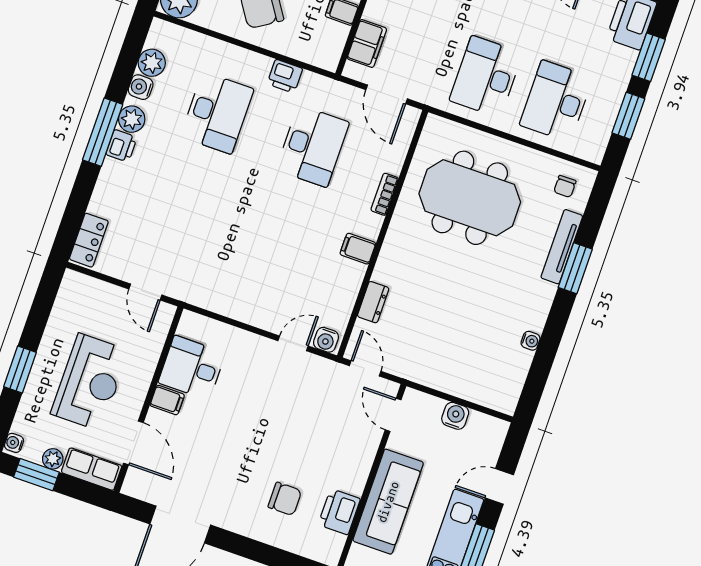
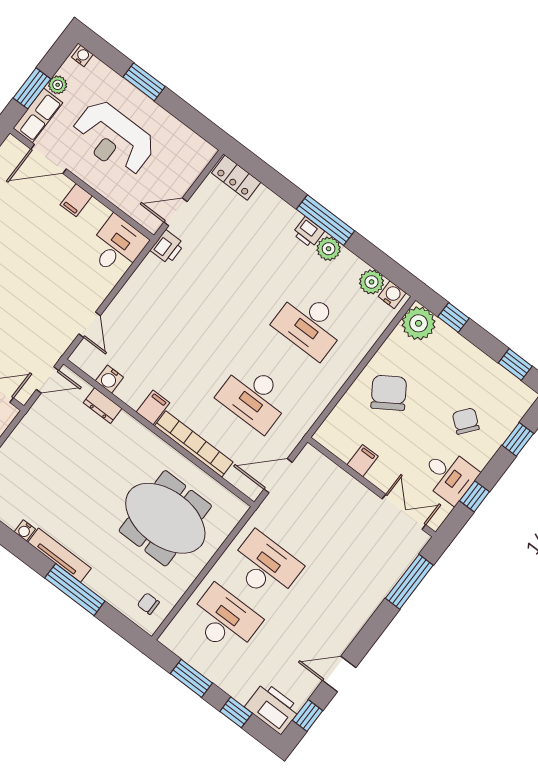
filing cabinet: (367, 44) -> (327, 473), removed
window: (649, 57) -> (236, 712), width x0.67
printer: (285, 76) -> (167, 247), moved, turned 180
water cooler: (141, 87) -> (392, 295), moved
bookcase: (385, 194) -> (194, 444), width x2.31, depth x1.31
meeting table: (470, 198) -> (165, 518), turned 90
tv unit: (562, 247) -> (59, 555), moved
window: (575, 268) -> (75, 590), width x1.44
water cooler: (326, 340) -> (109, 379), moved, turned -90
desk: (192, 368) -> (117, 246), moved
window: (36, 475) -> (32, 88), moved

